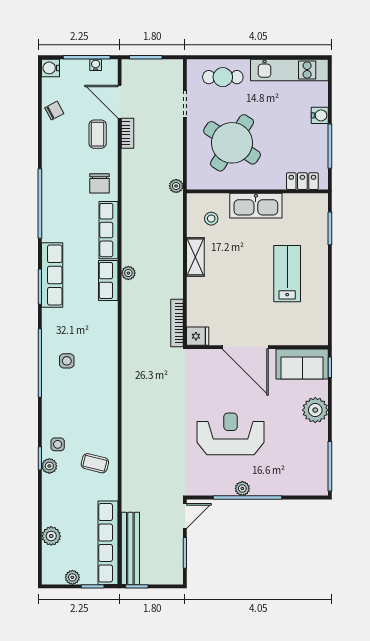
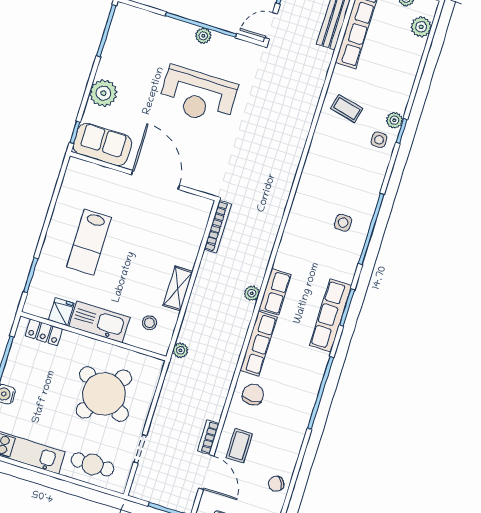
plant: (176, 186) -> (180, 350), moved
fridge: (198, 336) -> (61, 312), moved, turned 90
plant: (51, 536) -> (421, 27), moved

